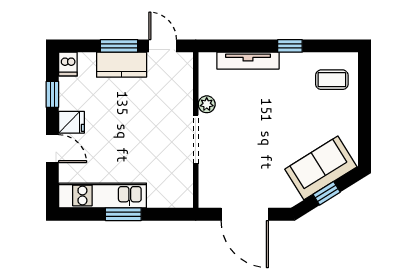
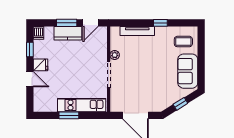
door: (163, 46) -> (91, 23), swing flipped
sofa: (321, 168) -> (188, 71), moved, turned -58
kitchen unit: (103, 195) -> (82, 105), moved

